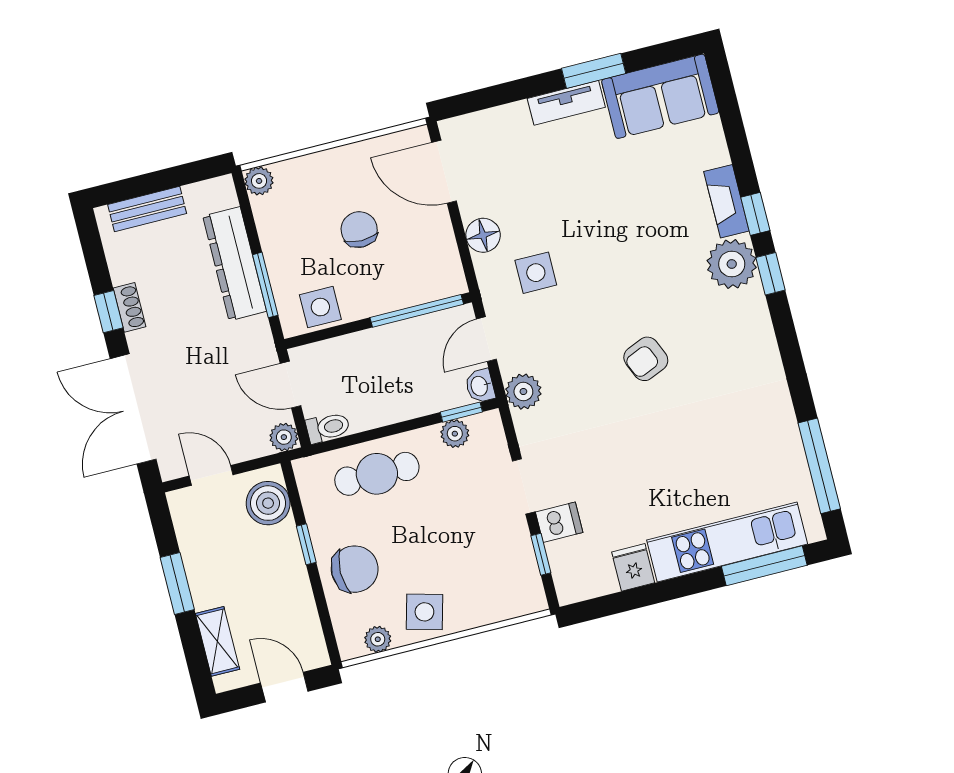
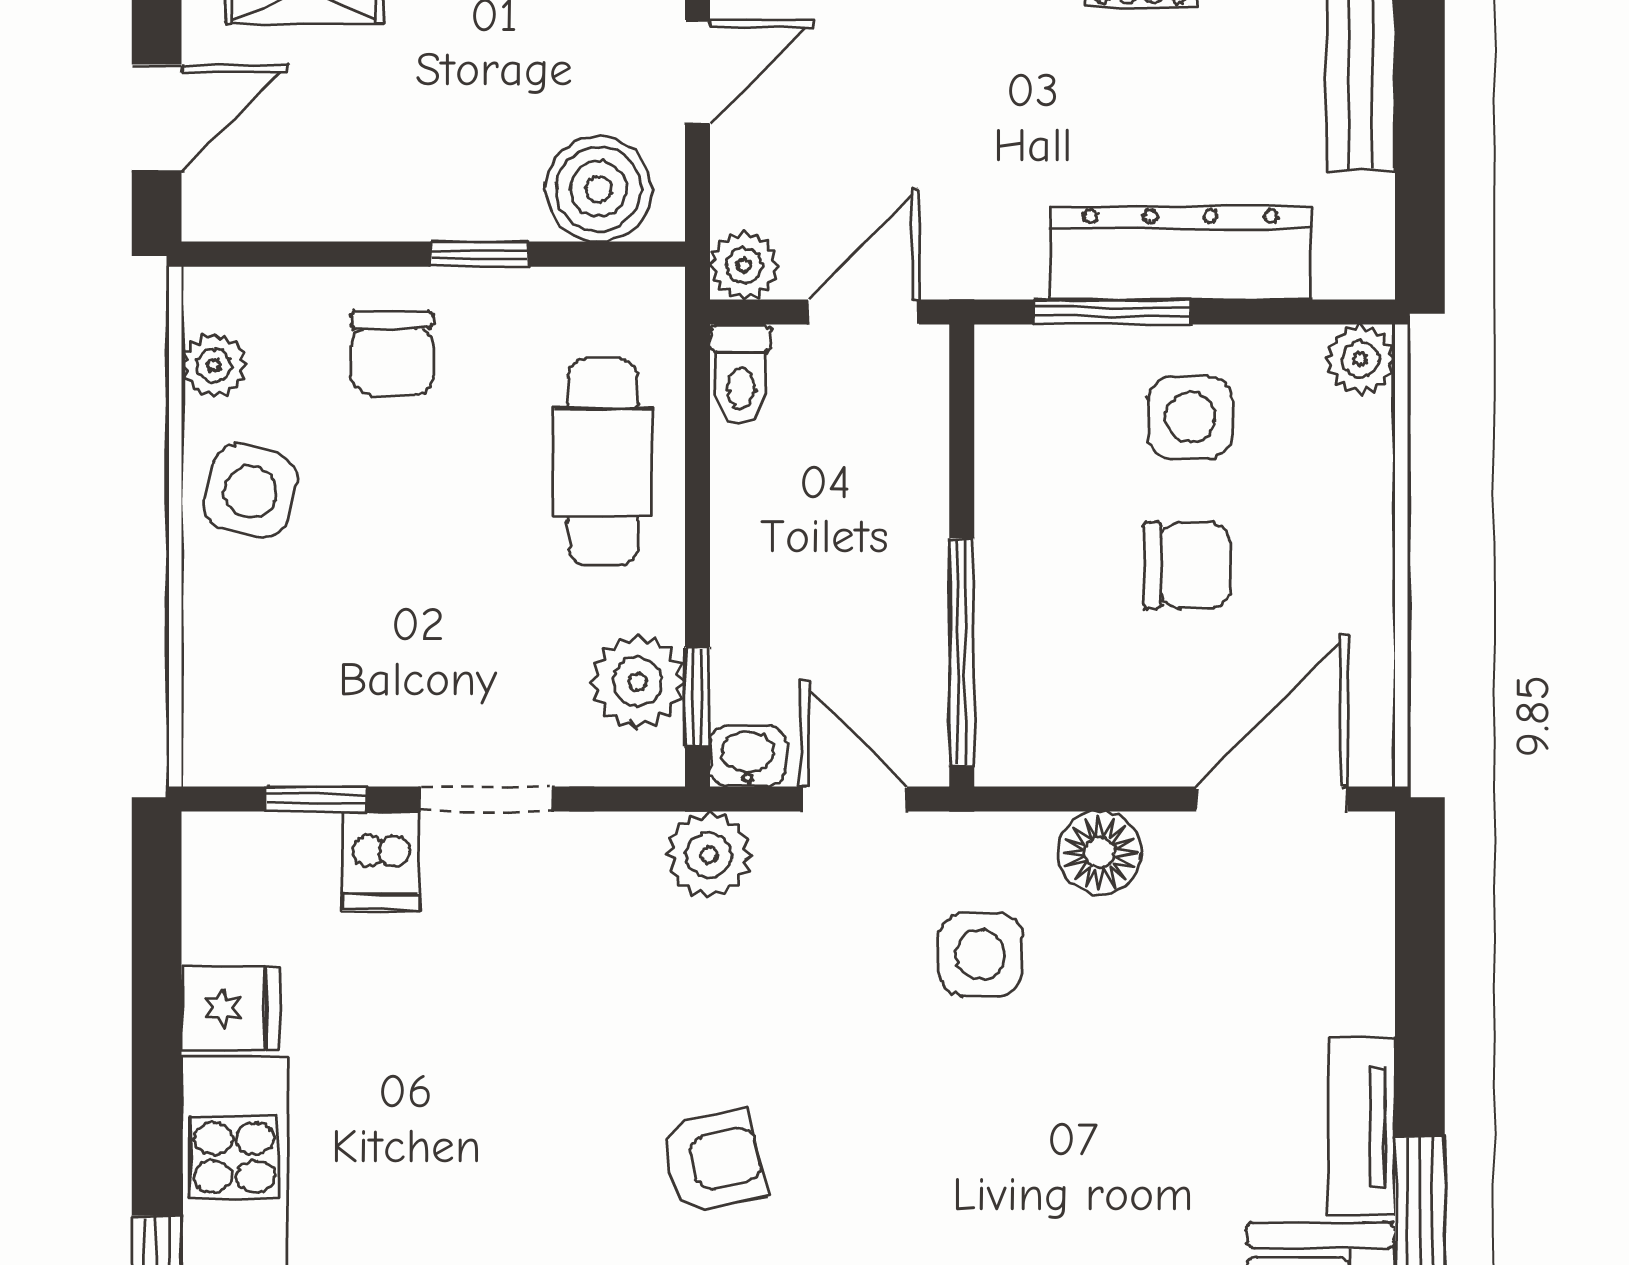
side table: (320, 307) -> (1190, 417), moved
armchair: (646, 359) -> (713, 1162), turned 100
plant: (455, 434) -> (638, 682), width x1.38, depth x1.38
chair: (355, 569) -> (392, 353), width x0.73, depth x0.73

